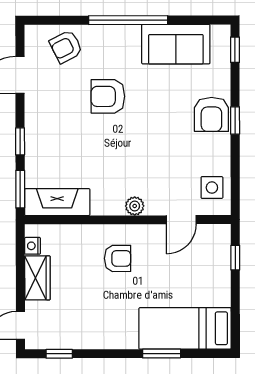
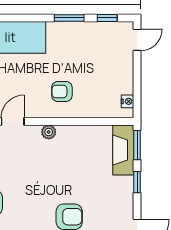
fireplace: (57, 202) -> (123, 150), moved, turned 90
wardrobe: (37, 278) -> (124, 77), removed
window: (162, 354) -> (69, 18), moved

